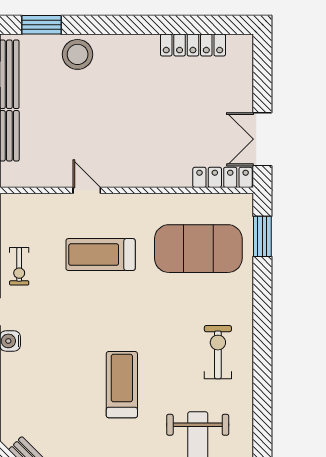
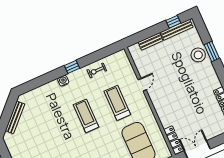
window: (42, 25) -> (212, 51), moved
treadmill: (122, 385) -> (86, 116), moved, turned -90

